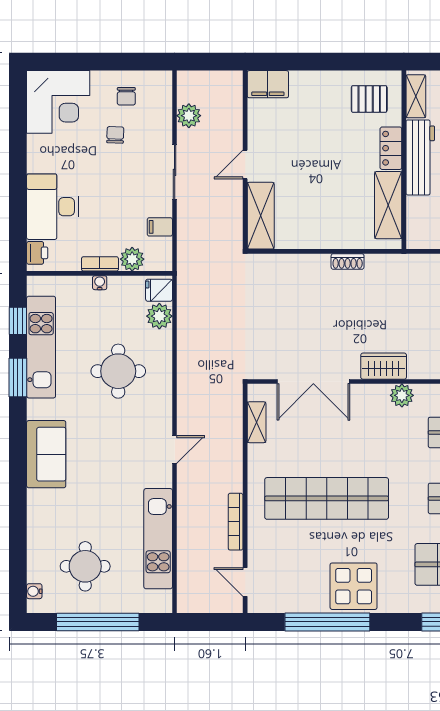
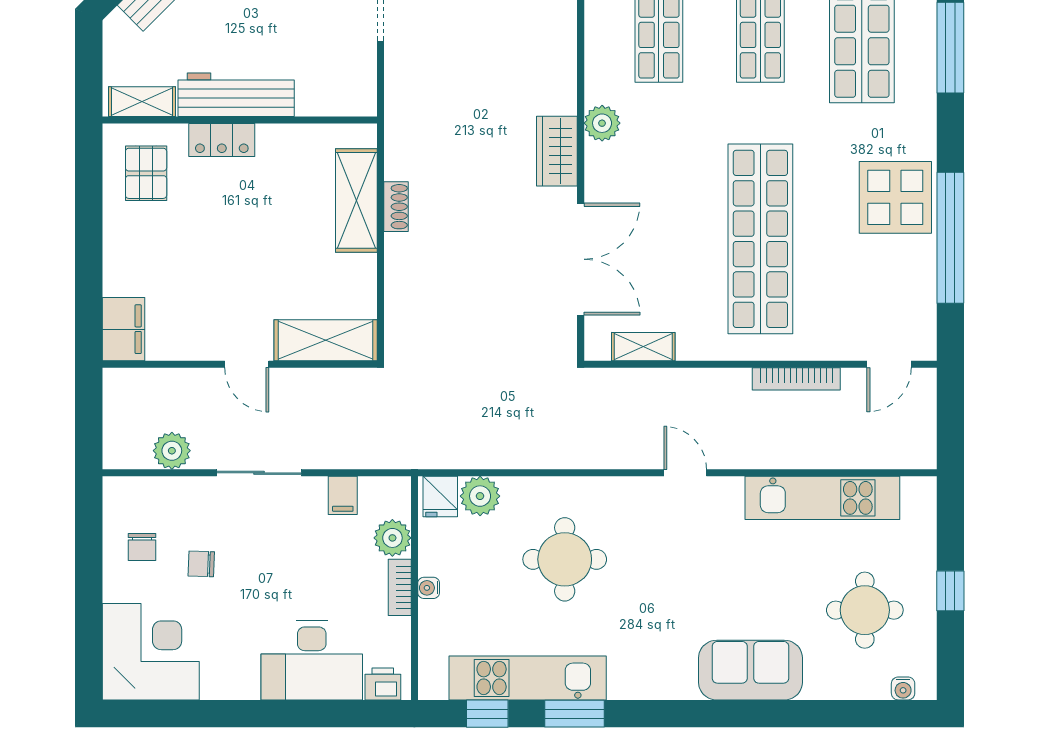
chair: (126, 96) -> (142, 547), turned 90
shelving: (388, 205) -> (356, 200), moved, turned 90
sofa: (46, 454) -> (750, 670), moved
window: (98, 622) -> (950, 591), width x0.32

